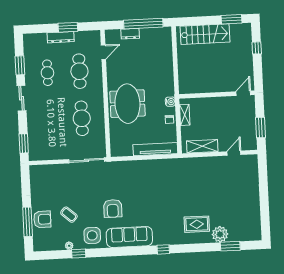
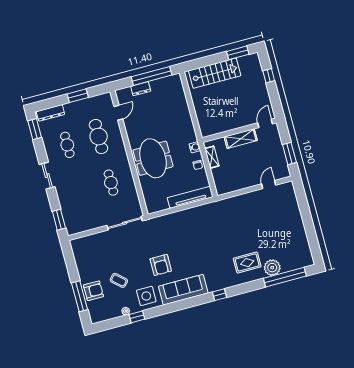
dresser: (61, 37) -> (50, 113), moved
window: (20, 65) -> (35, 129), moved
cafe table: (82, 118) -> (111, 183), width x0.73, depth x0.74
shelving: (202, 146) -> (241, 139), moved
window: (230, 246) -> (285, 277), width x2.11

